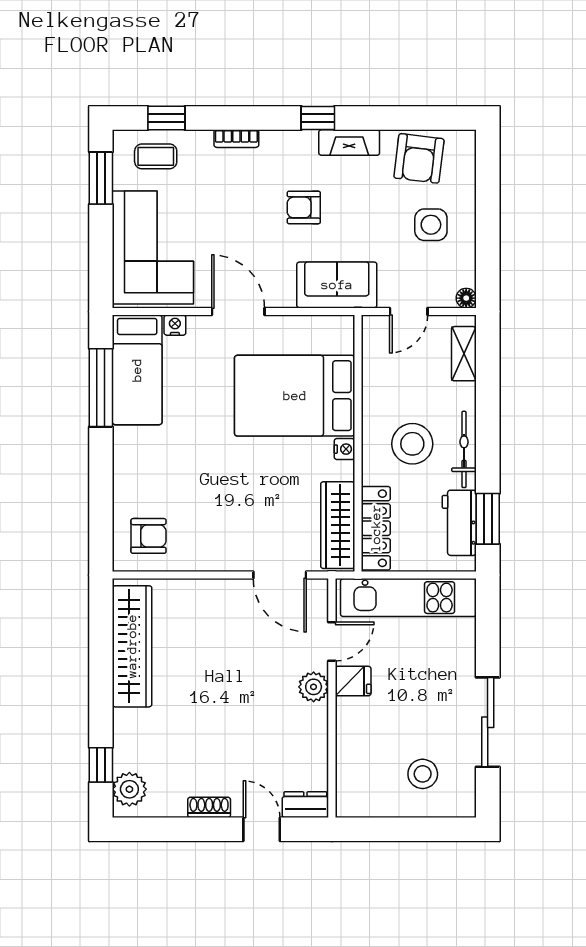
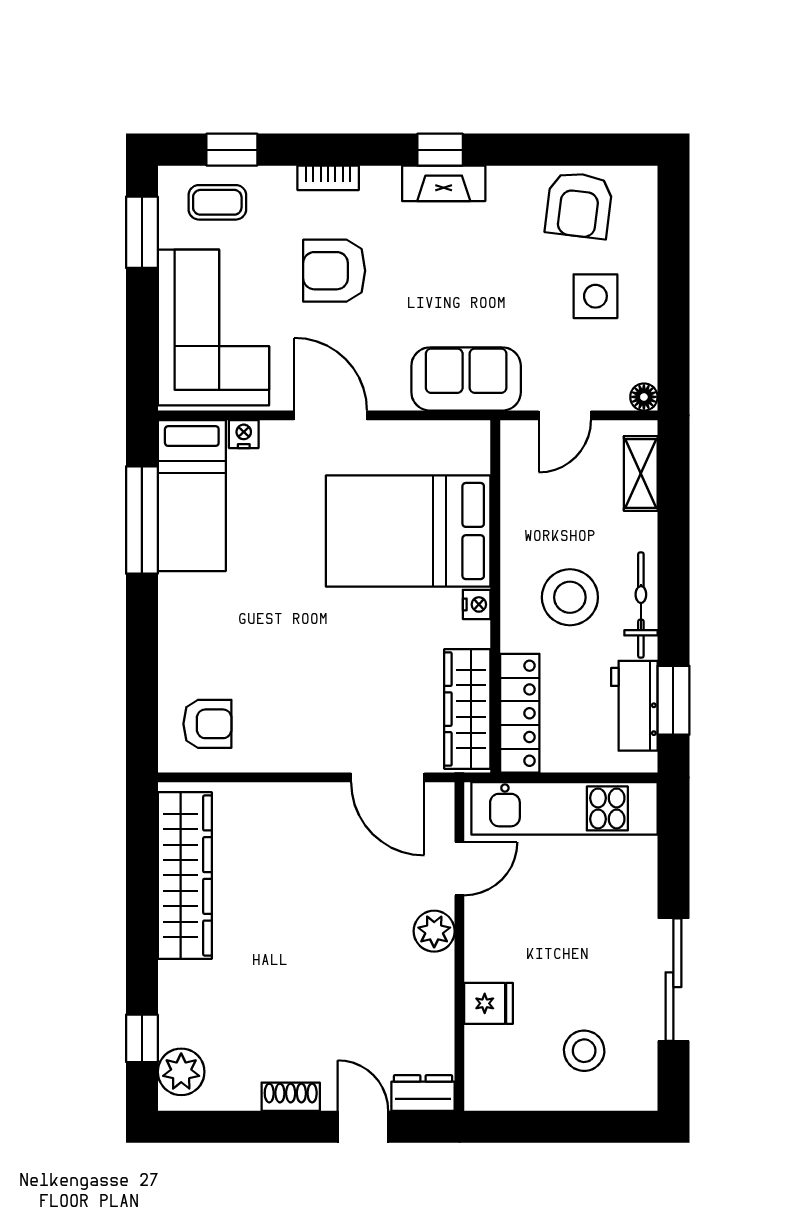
fireplace: (349, 143) -> (444, 183), moved
armchair: (304, 207) -> (334, 271), moved, width x1.38, depth x1.38
fridge: (353, 681) -> (489, 1003), moved

